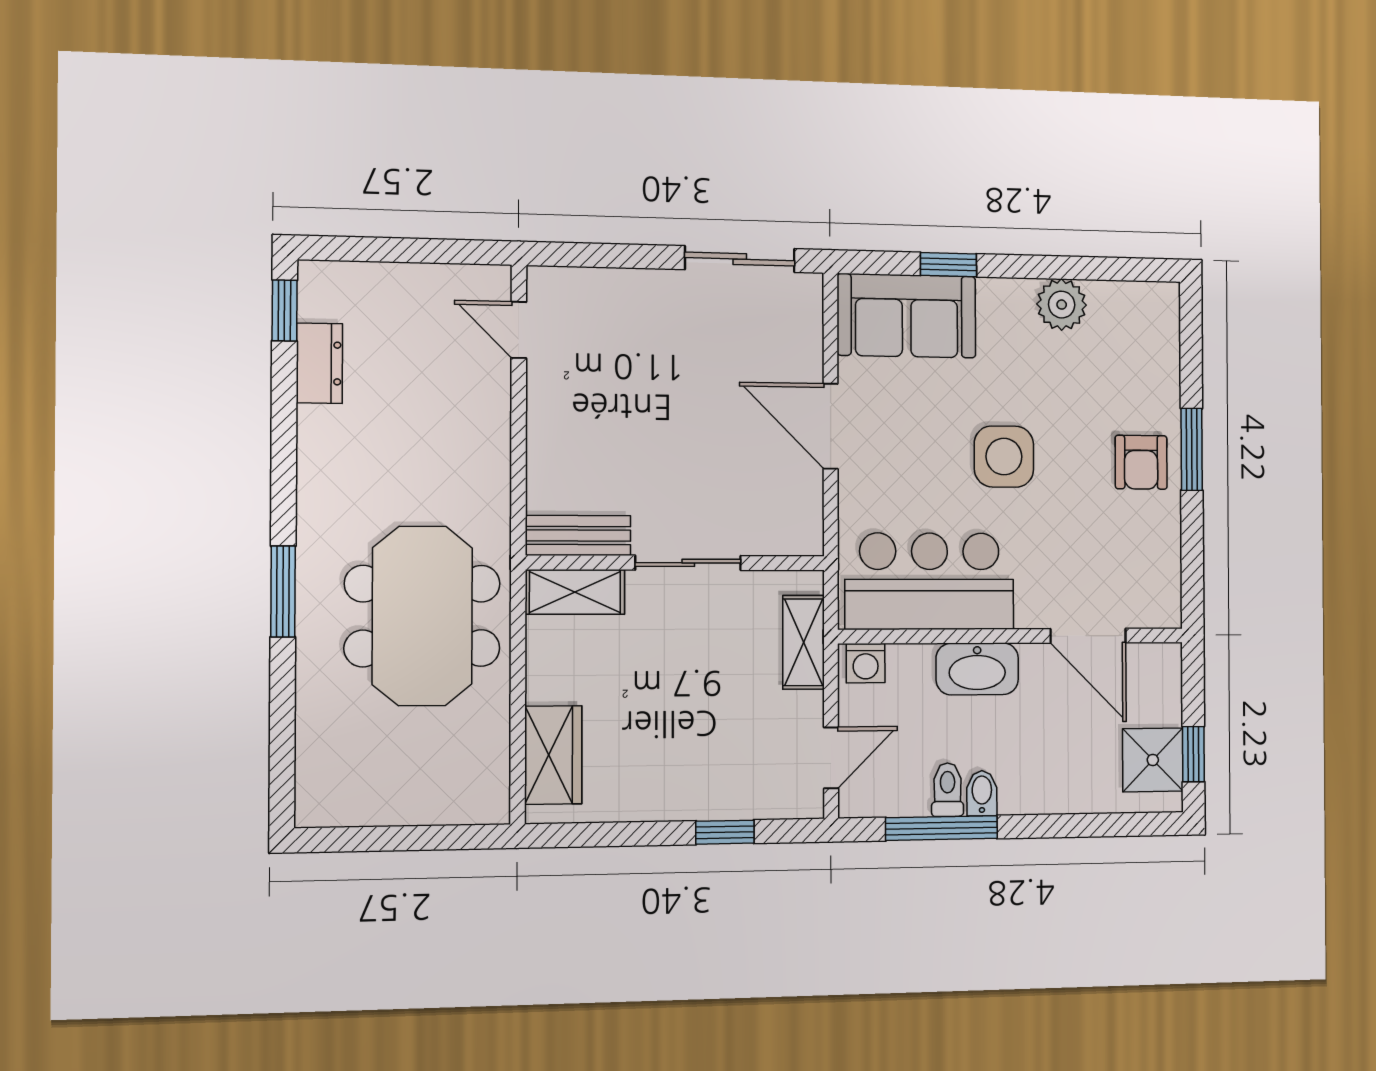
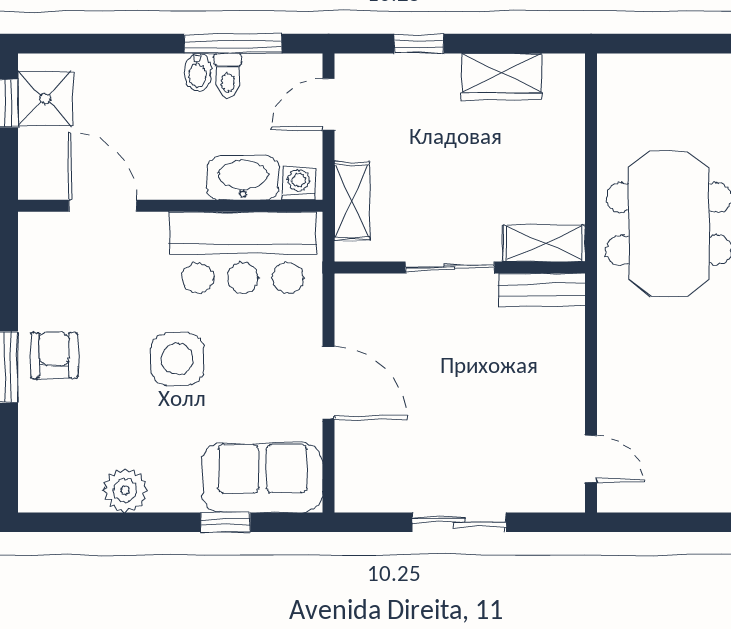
sliding door: (740, 259) -> (459, 522), moved
washbasin: (977, 669) -> (243, 178), moved
wardrobe: (553, 755) -> (502, 77), moved, turned -90

